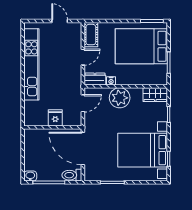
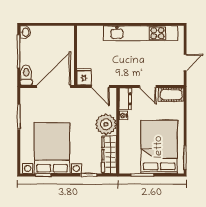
wardrobe: (155, 95) -> (109, 155), width x1.50
fridge: (55, 118) -> (84, 77), moved, turned -90

